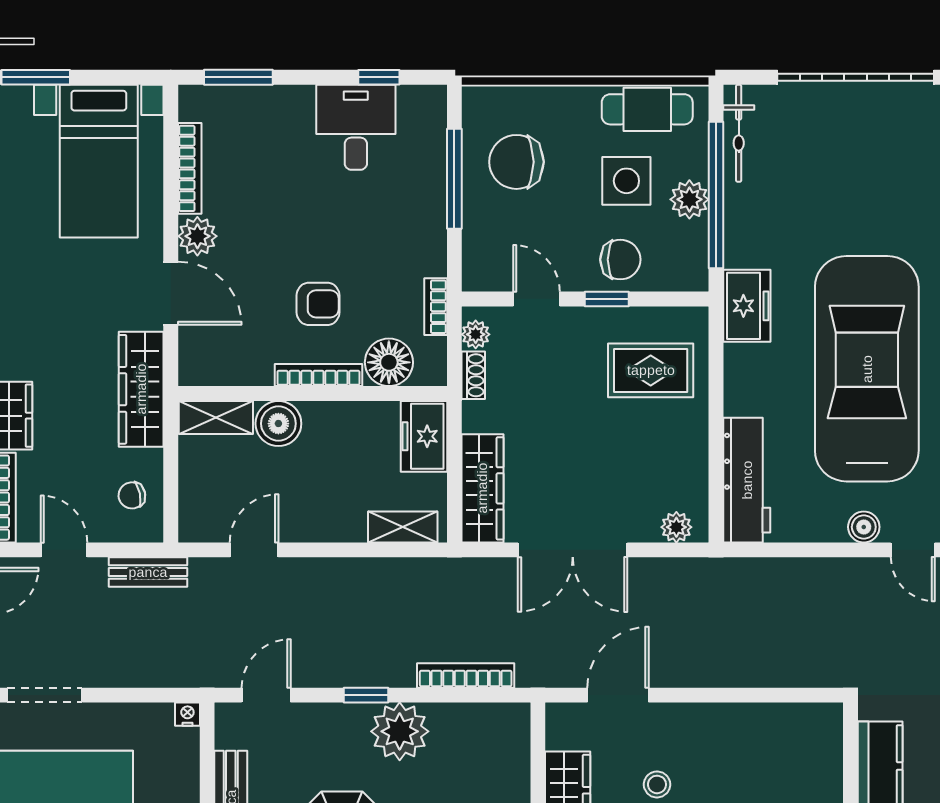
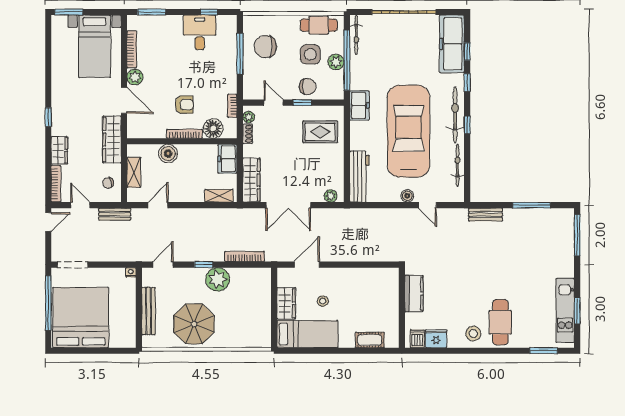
shelving: (216, 417) -> (134, 172), moved, turned 90

